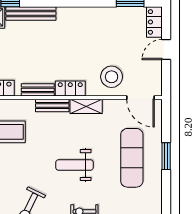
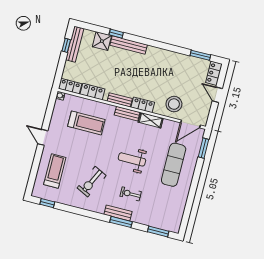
door: (166, 50) -> (217, 95), hinge flipped
door: (140, 98) -> (190, 124), hinge flipped
window: (166, 156) -> (204, 148), moved

